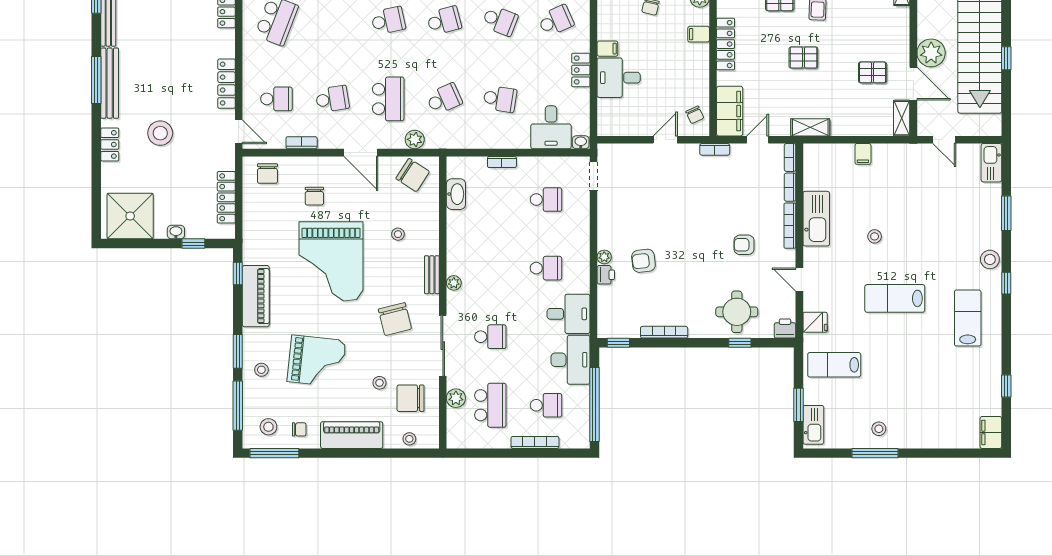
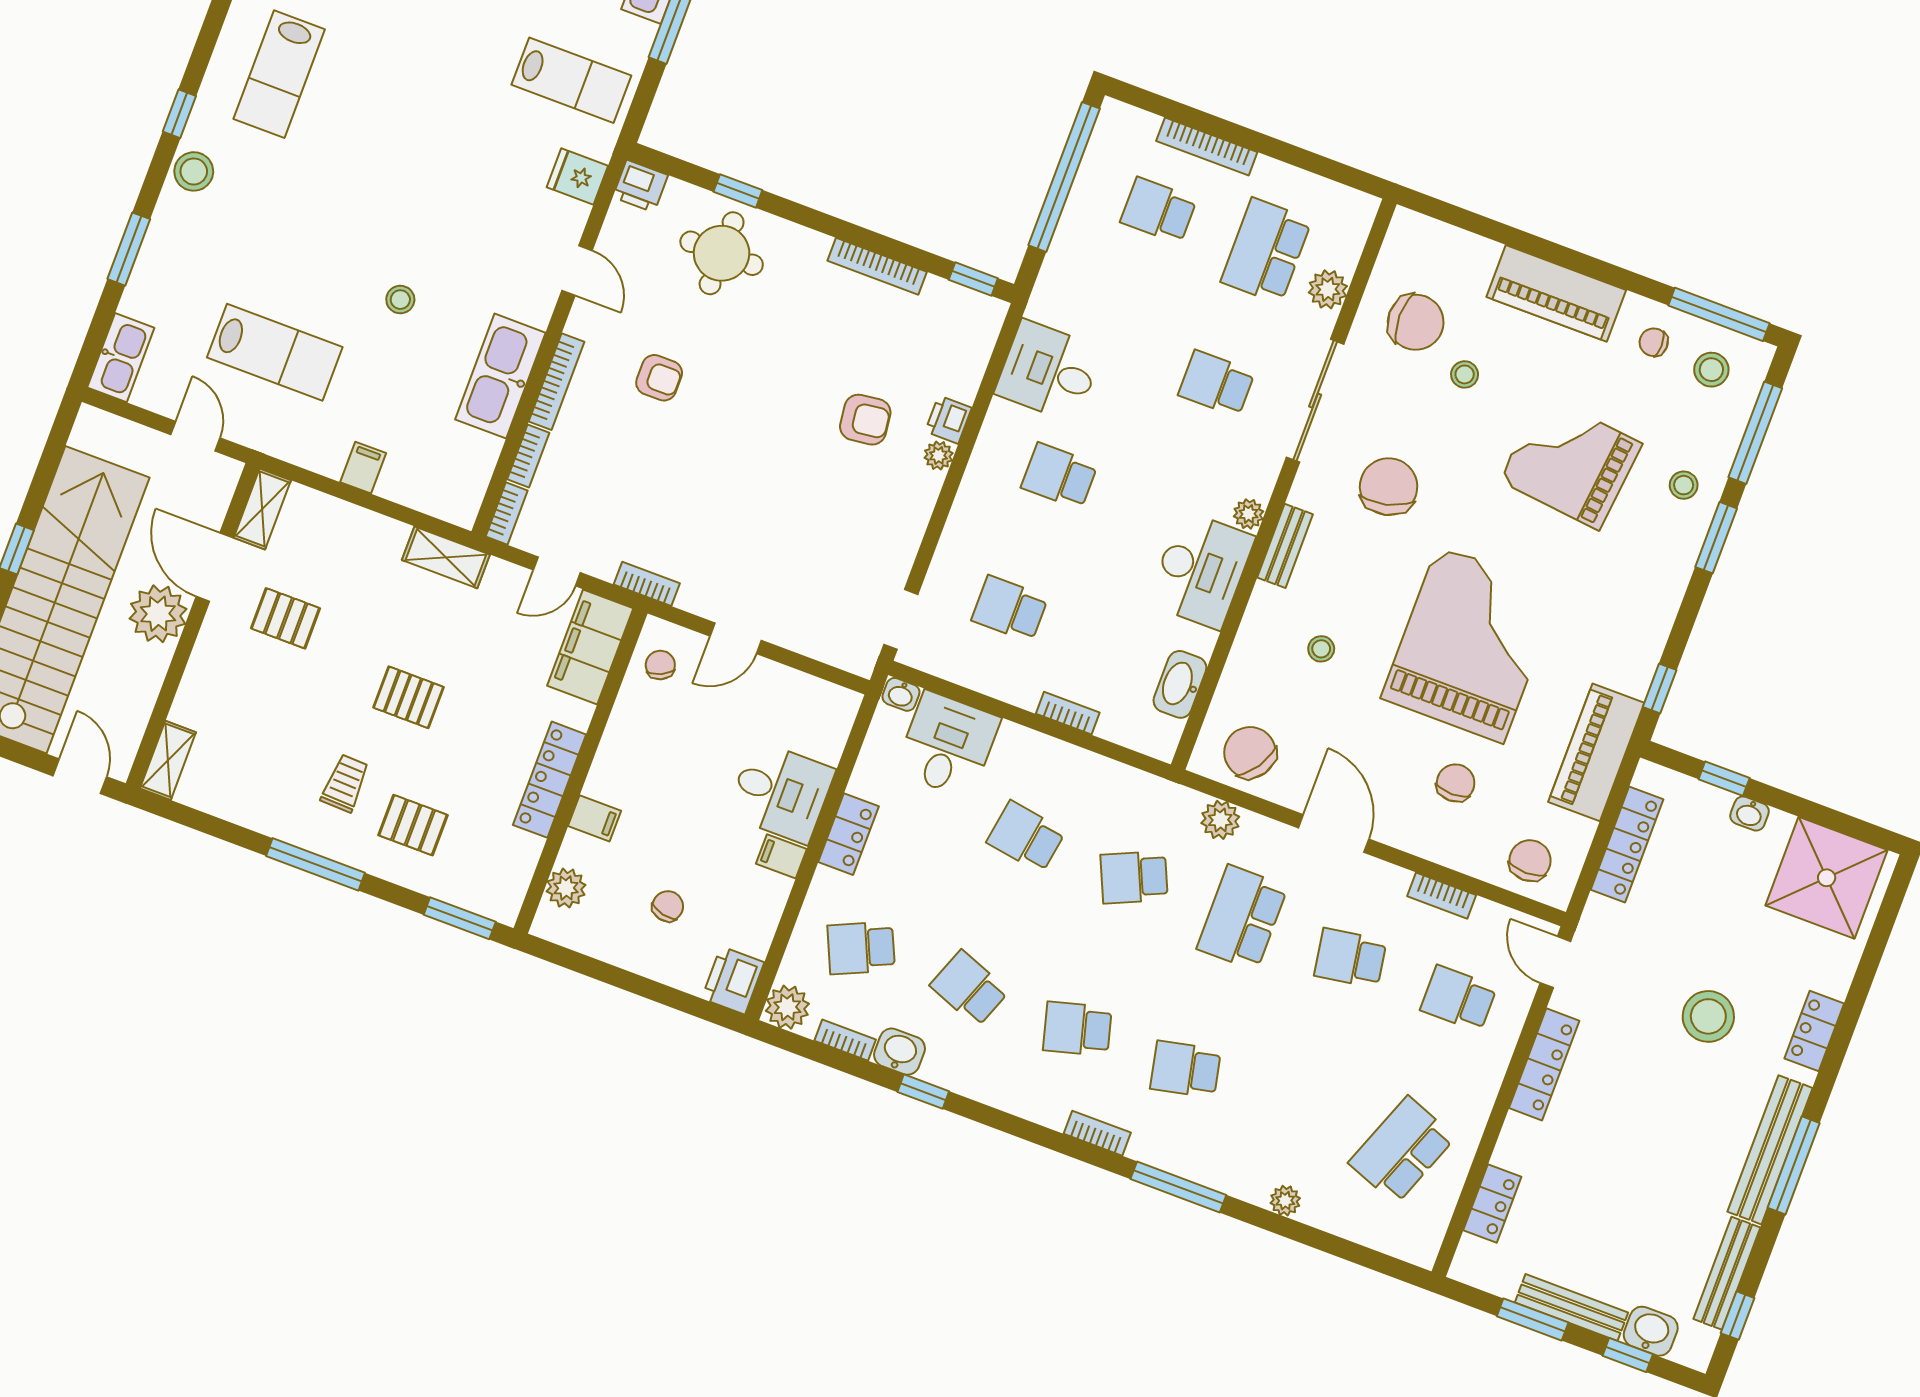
piano: (256, 296) -> (1596, 752), moved
lab bench: (895, 298) -> (275, 352), moved
desk: (570, 360) -> (1201, 570), moved, turned 180
stool: (409, 439) -> (1447, 244), removed

